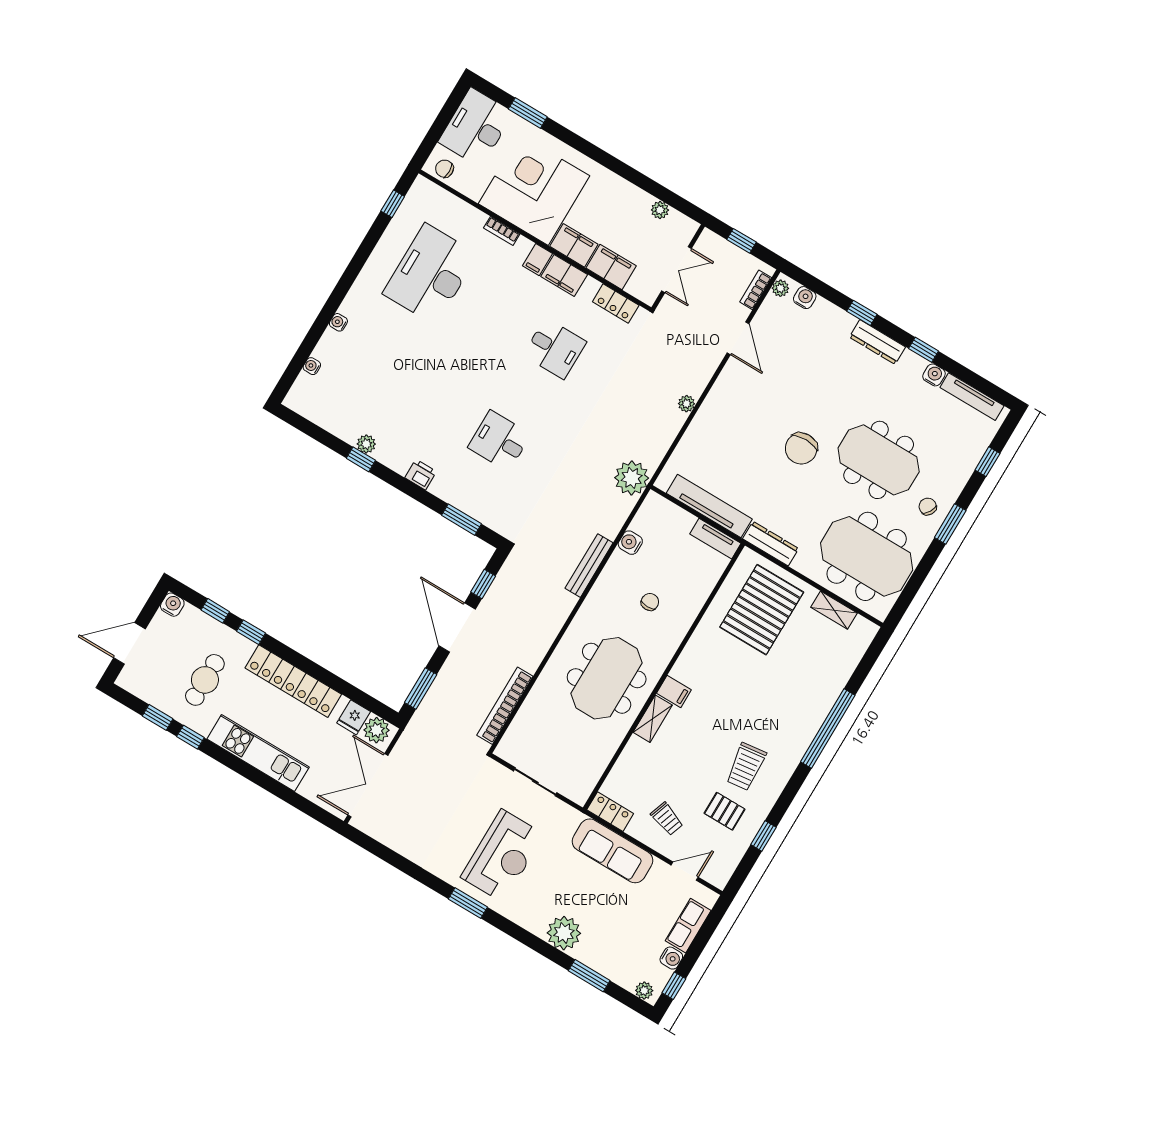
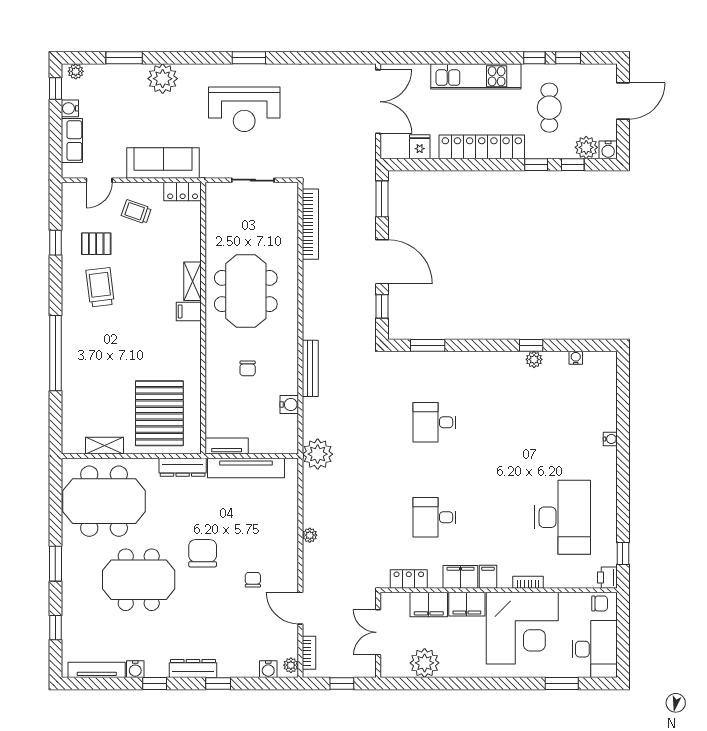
plant: (660, 210) -> (425, 663), width x1.88, depth x1.88
water cooler: (312, 366) -> (576, 358), moved, turned -90
desk: (499, 441) -> (435, 422), turned 180
printer: (421, 475) -> (607, 578), moved, turned 90
chair: (928, 506) -> (253, 580), moved, turned -120
plant: (377, 730) -> (586, 147), moved
reception desk: (502, 856) -> (244, 109), turned -90

